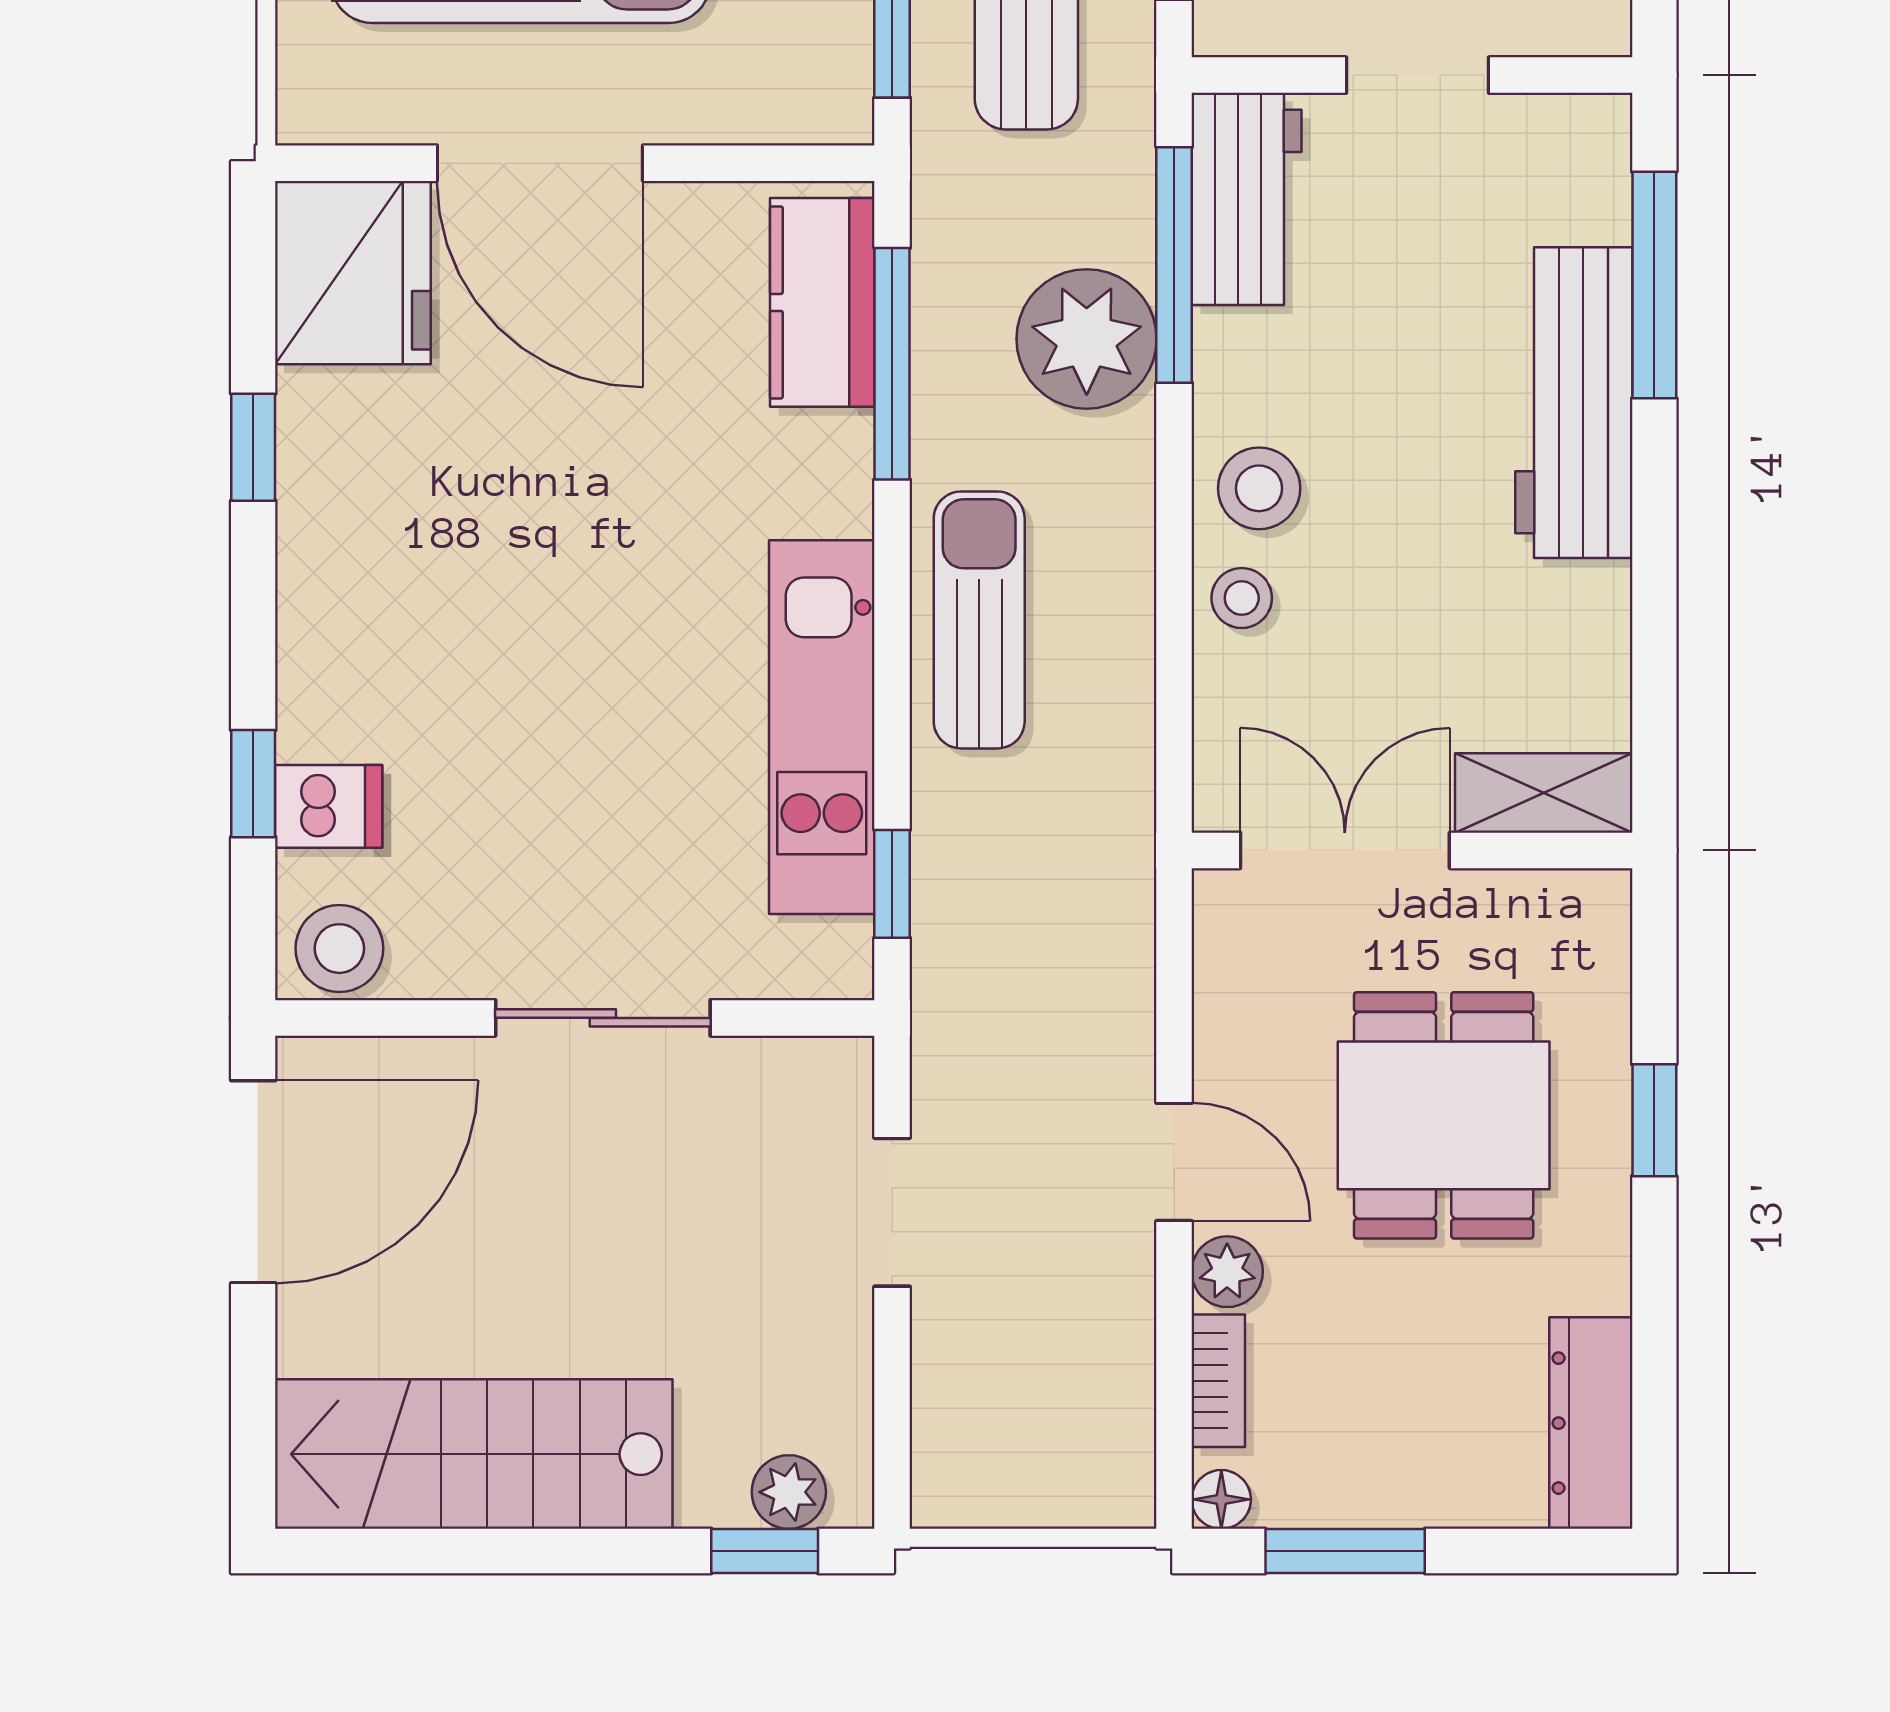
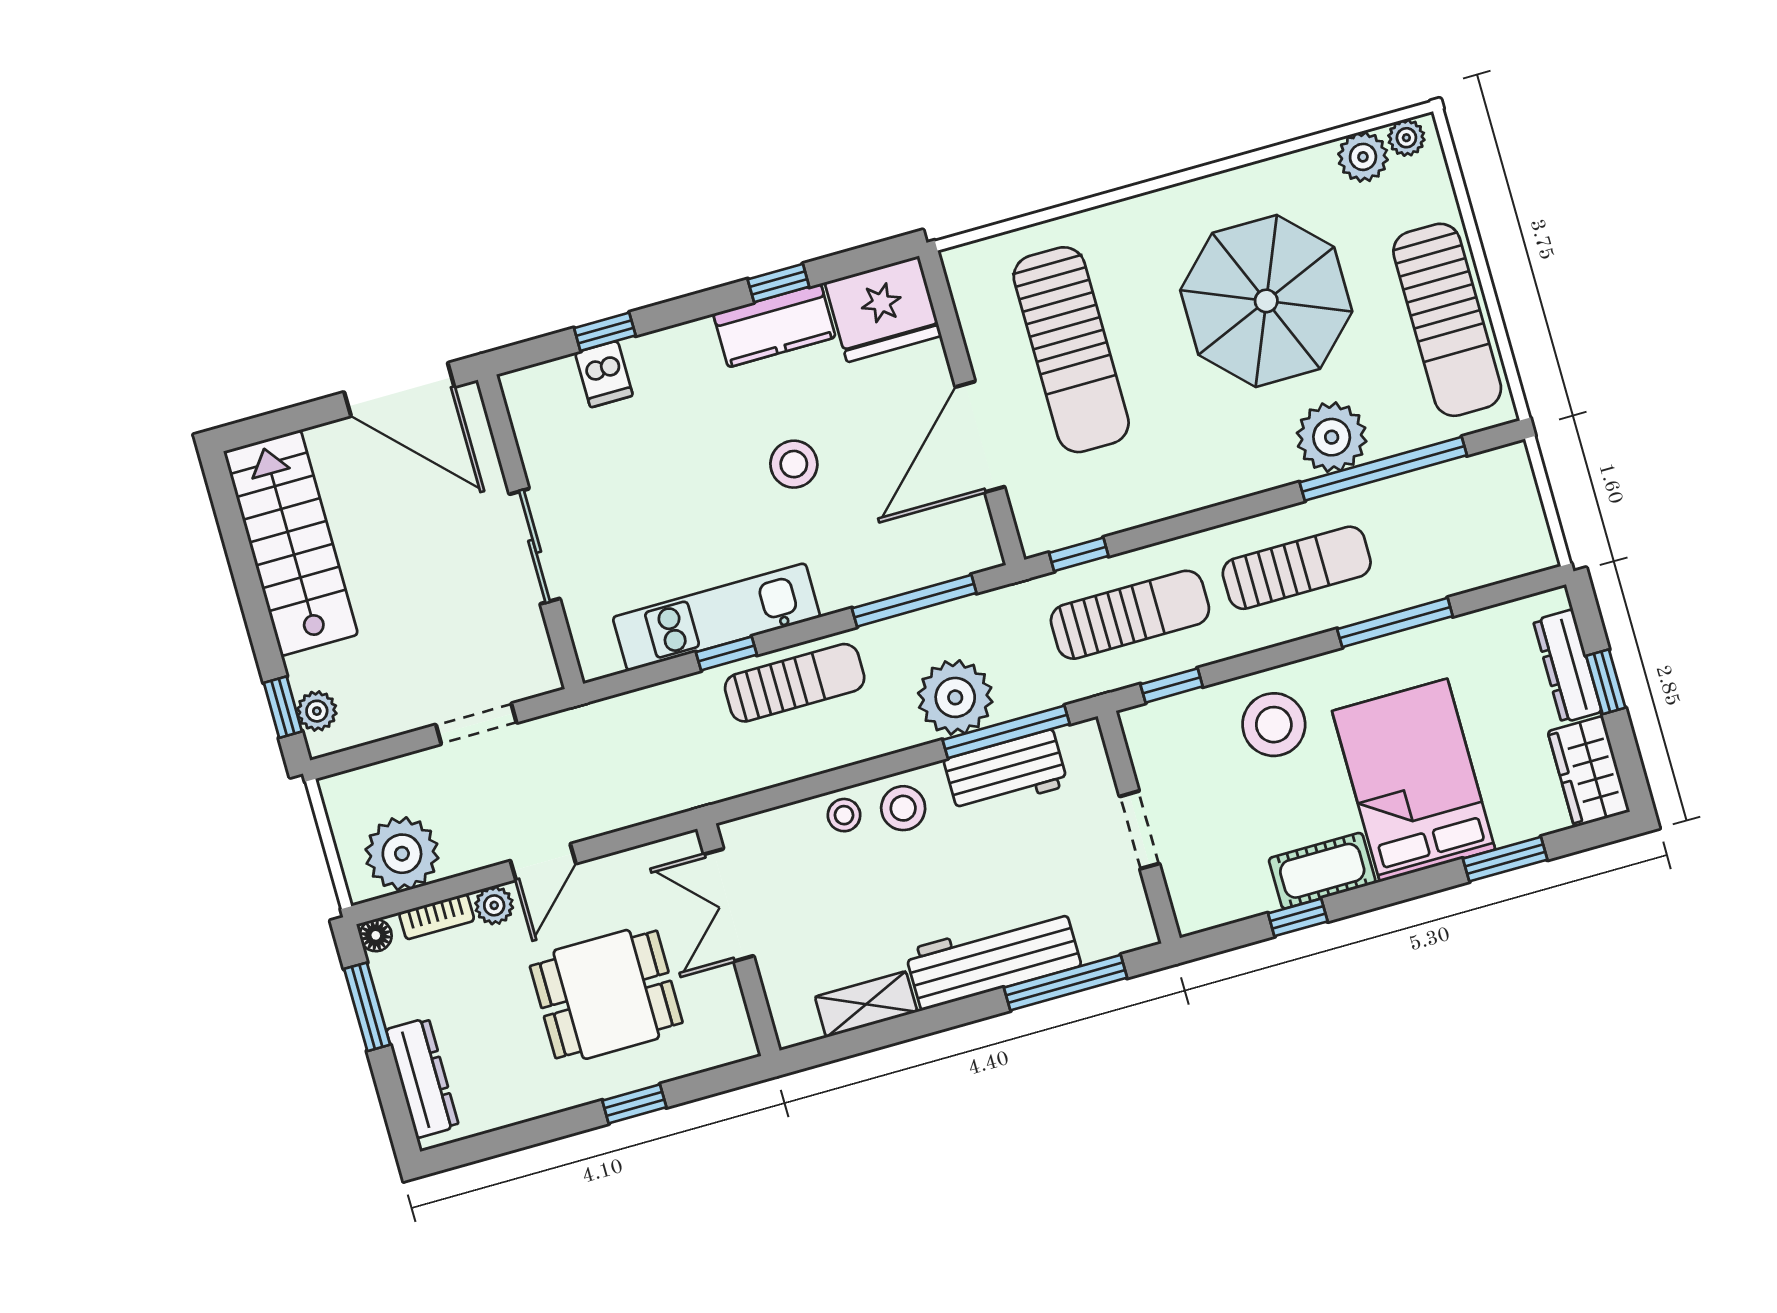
door: (540, 163) -> (980, 437), moved
workbench: (1247, 199) -> (1006, 772), moved
kitchen counter: (822, 302) -> (774, 325), moved, turned 180
shelving: (1544, 793) -> (866, 1004), moved, turned 90
double door: (1345, 850) -> (729, 905), swing flipped
window: (892, 884) -> (726, 653), moved
stool: (339, 949) -> (794, 464), moved
plant: (1088, 1411) -> (402, 854), added
dresser: (1591, 1423) -> (422, 1078), moved, turned 90

